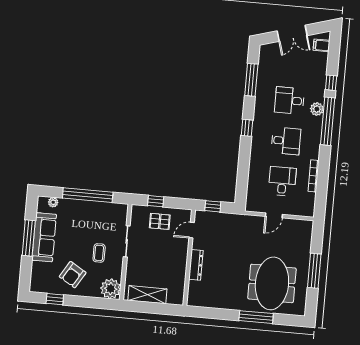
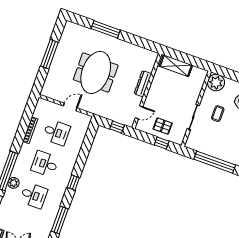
desk: (282, 181) -> (56, 132), turned -90
meeting table: (272, 283) -> (96, 72), moved
shelving: (147, 295) -> (176, 66), moved

